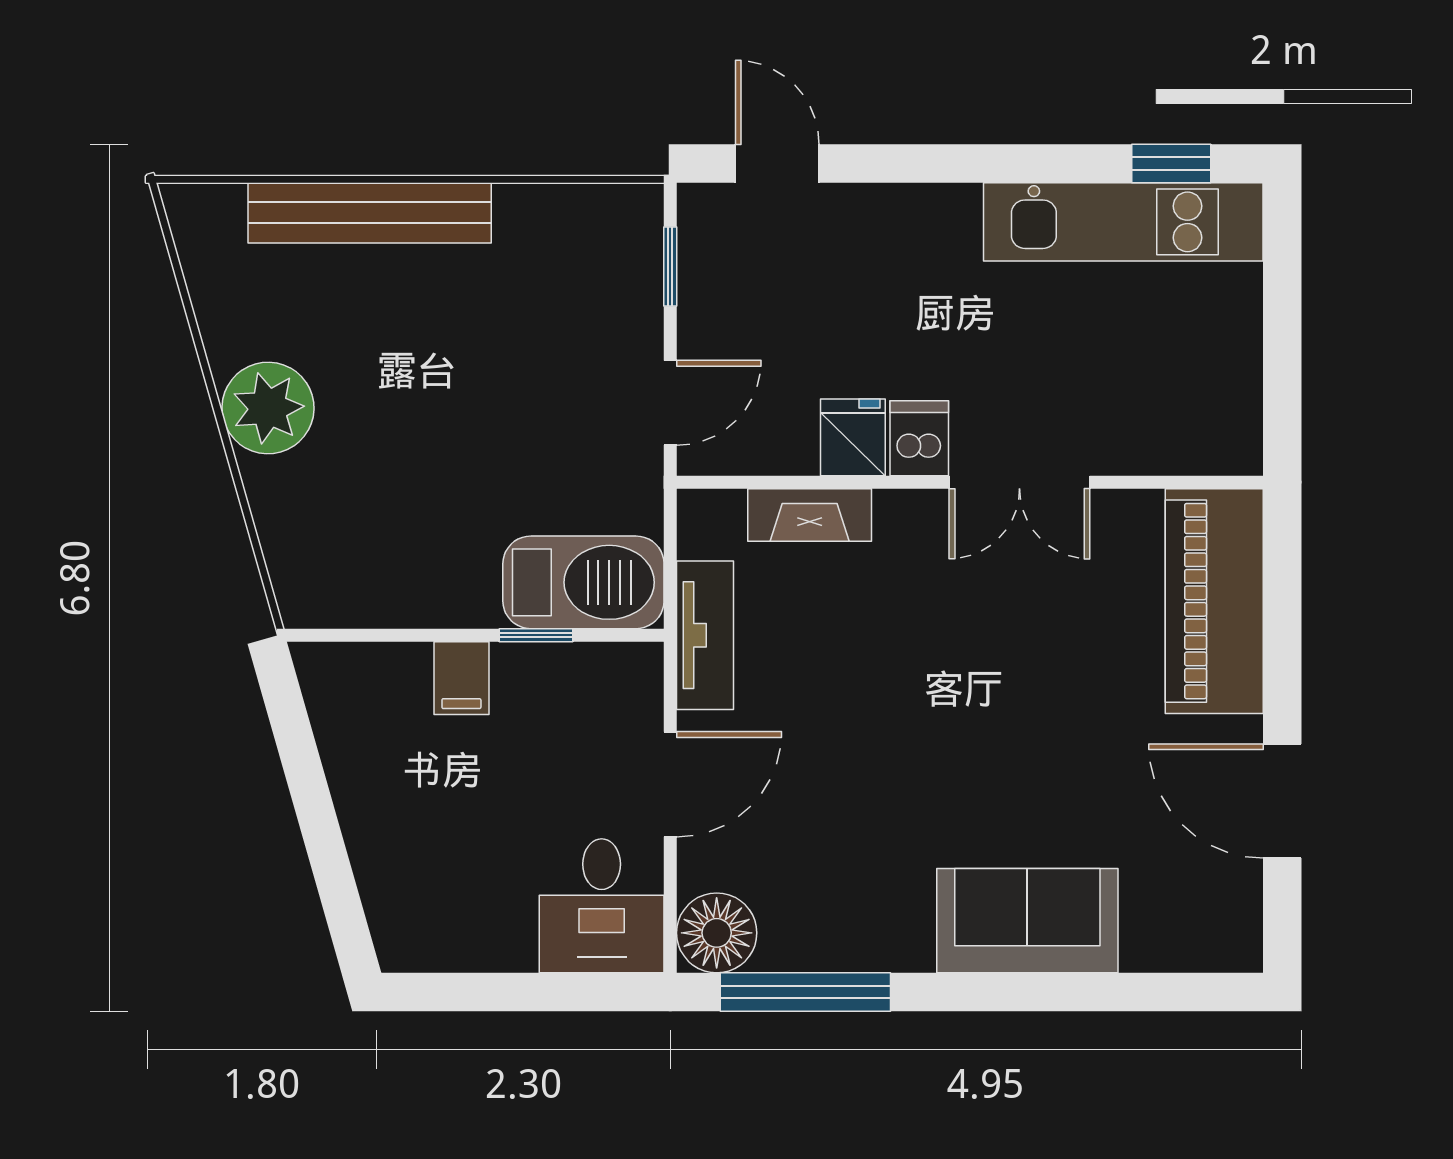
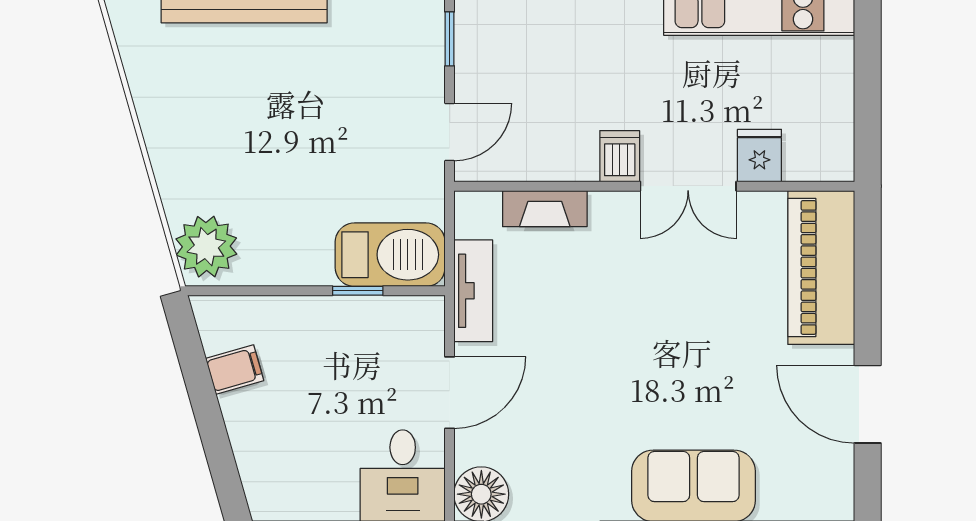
plant: (268, 408) -> (206, 247), moved
fridge: (853, 437) -> (759, 156), moved
filing cabinet: (461, 678) -> (235, 370), moved, turned -106

